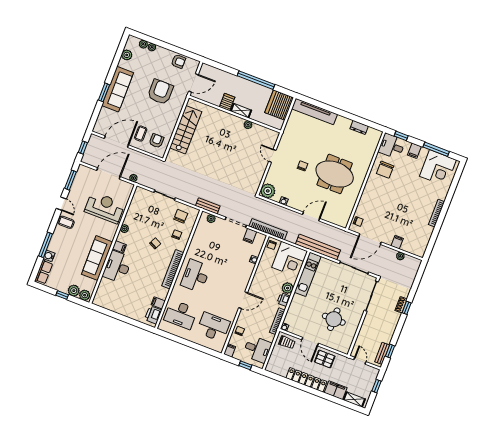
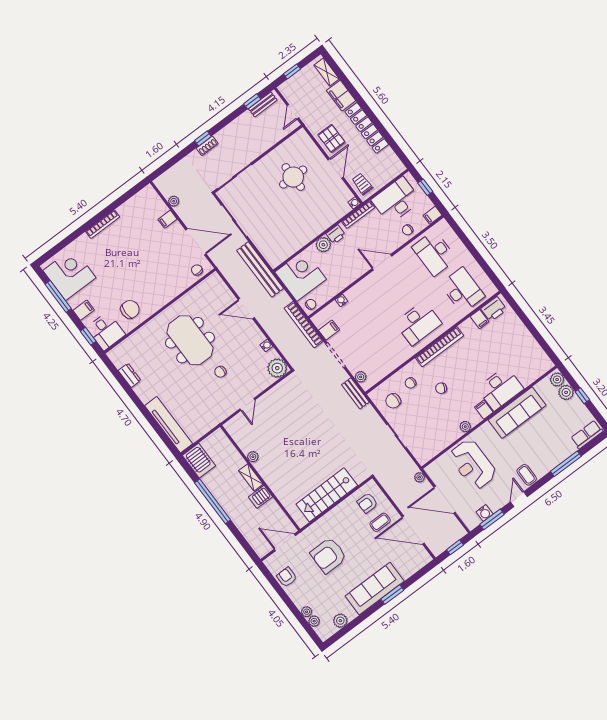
server rack: (279, 105) -> (199, 461), width x0.62
water cooler: (49, 256) -> (485, 513), moved
kitchen unit: (308, 274) -> (291, 246), removed
desk: (257, 349) -> (396, 200), width x1.37

